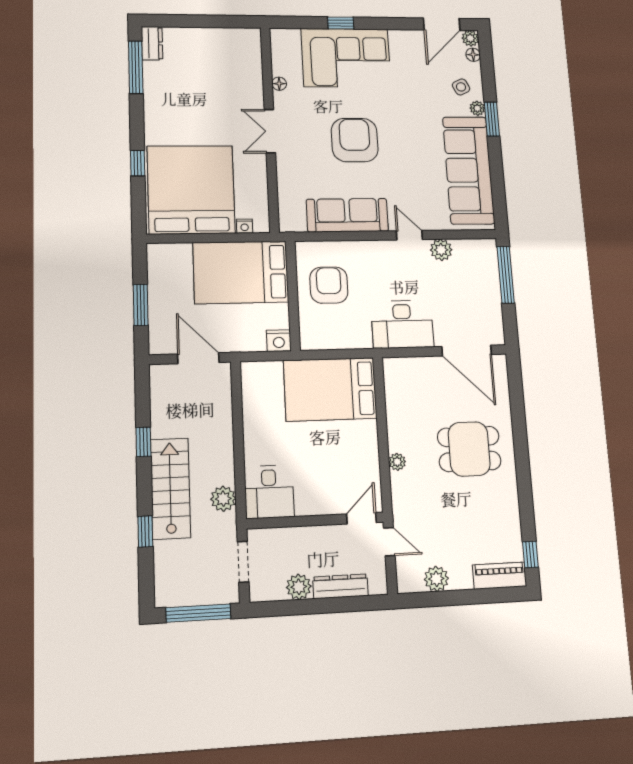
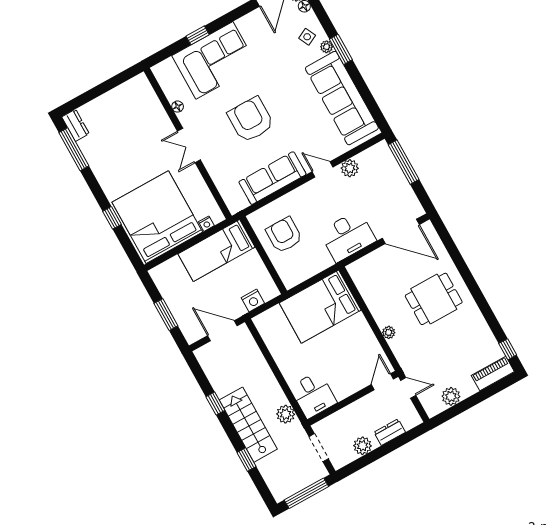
bed: (241, 272) -> (216, 250), width x0.67
nightstand: (279, 341) -> (253, 300), moved
dresser: (341, 586) -> (390, 432), width x0.70

